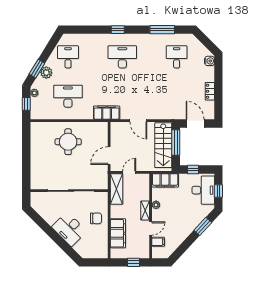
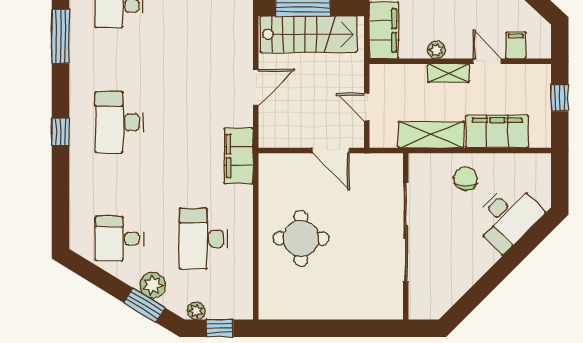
shelving: (116, 189) -> (431, 135), moved
desk: (69, 229) -> (507, 217), moved

